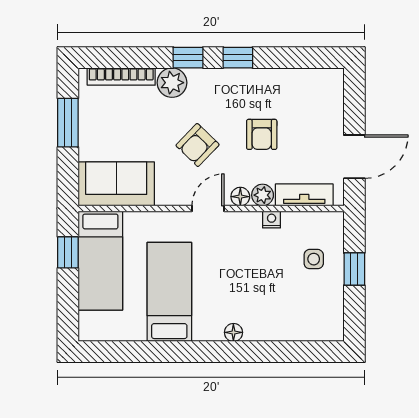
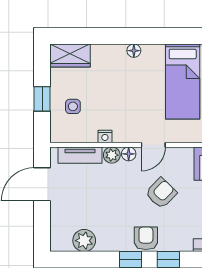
plant: (172, 83) -> (84, 241), moved
armchair: (262, 134) -> (146, 238), moved
wardrobe: (318, 326) -> (70, 55), added

